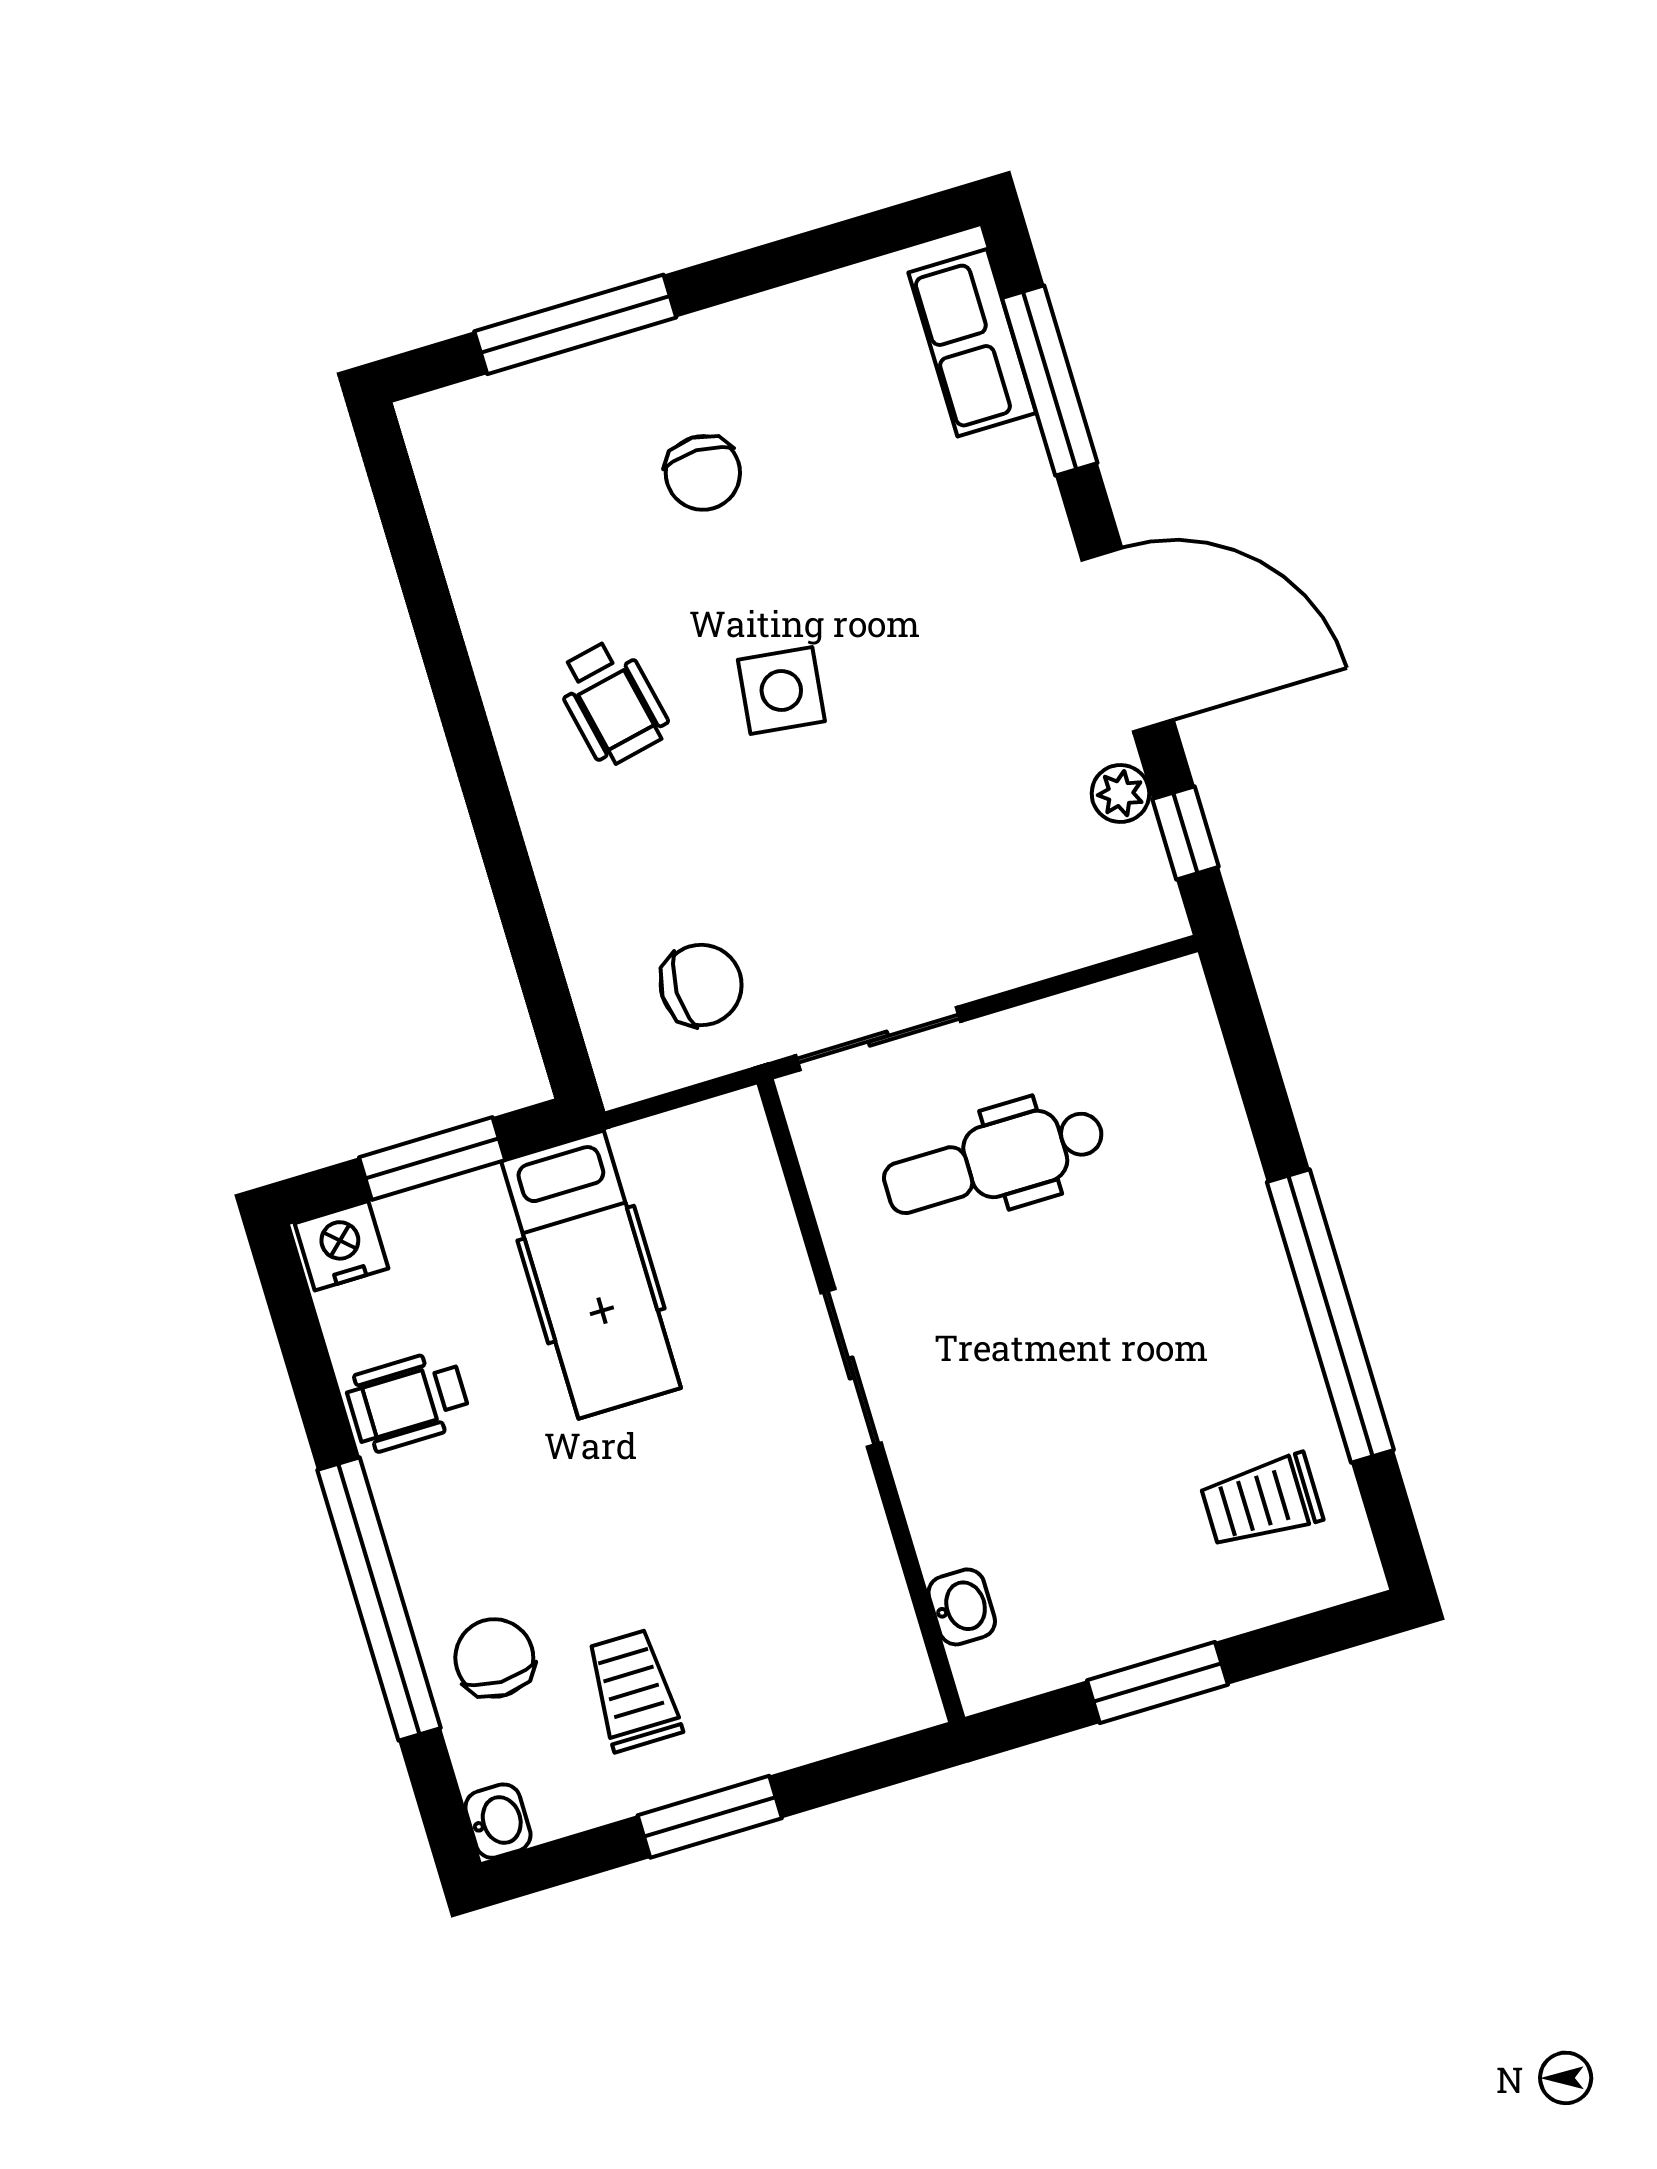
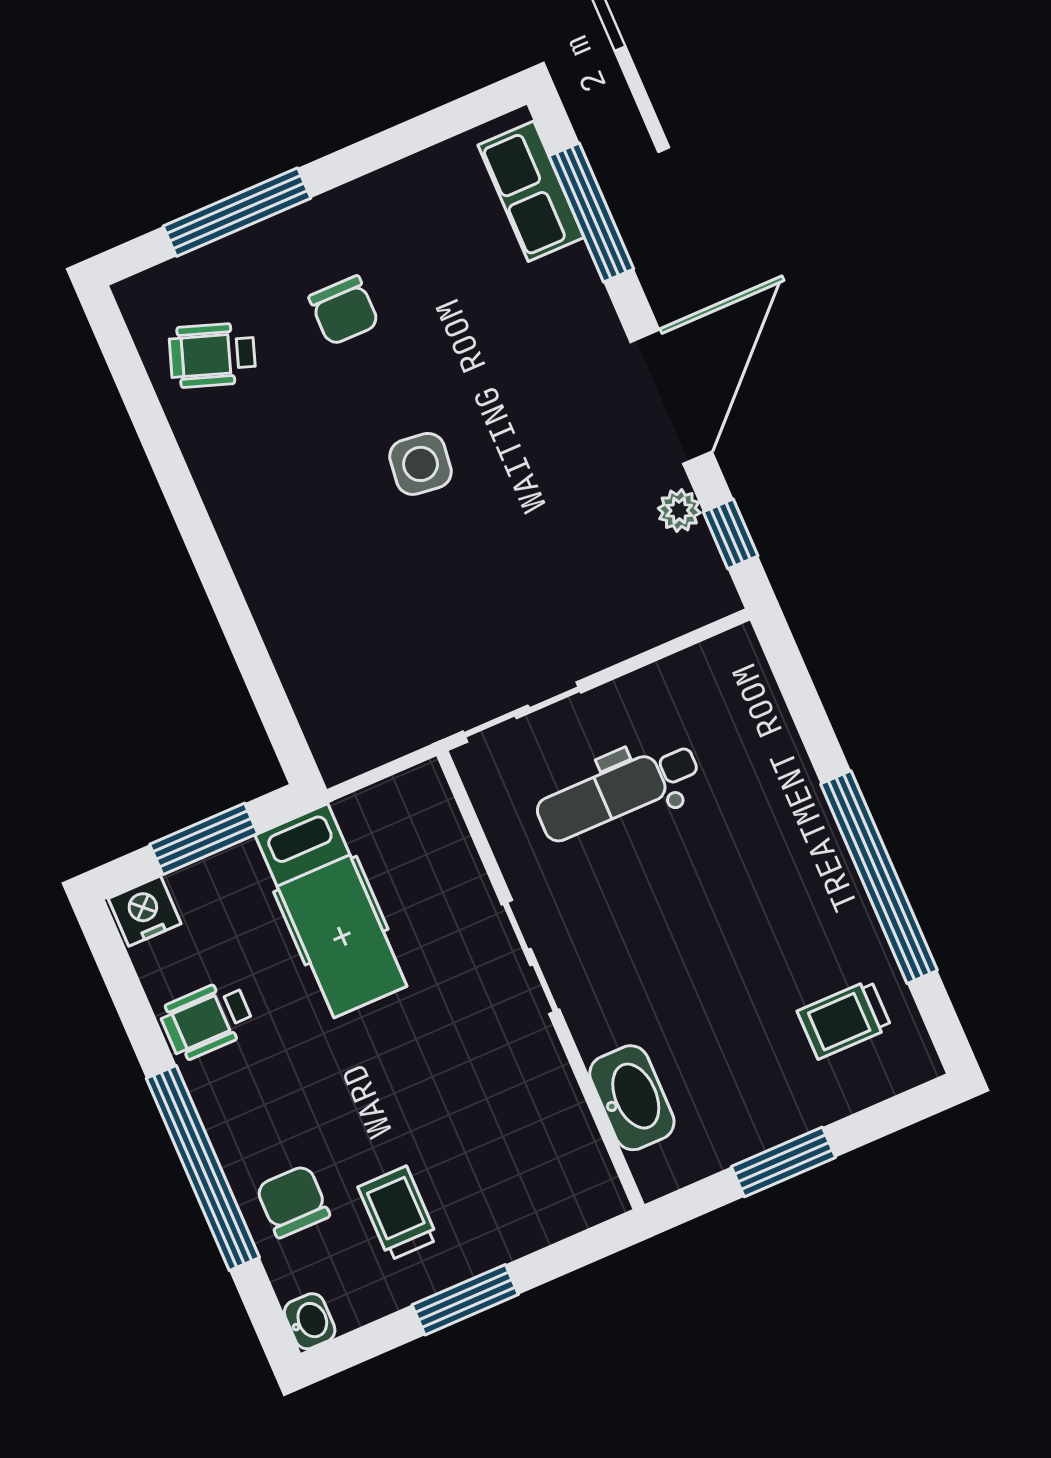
door: (1128, 640) -> (671, 397), hinge flipped
wheelchair: (612, 702) -> (212, 355), moved, turned 121
chair: (701, 985) -> (387, 688), removed
washbasin: (962, 1607) -> (632, 1098), width x1.91, depth x1.45

